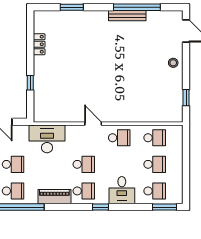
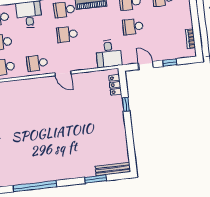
bench: (127, 16) -> (113, 169), moved
locker: (39, 44) -> (115, 85), moved
desk: (47, 139) -> (109, 54), width x0.73

